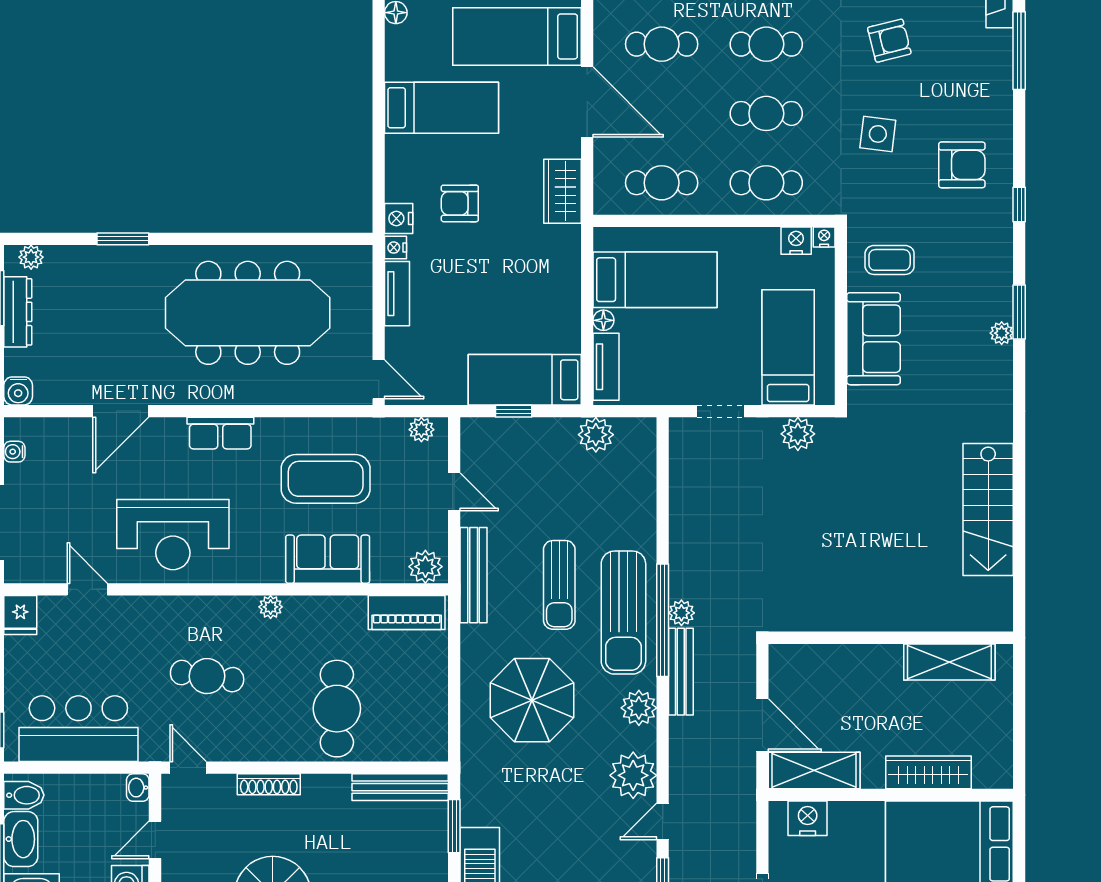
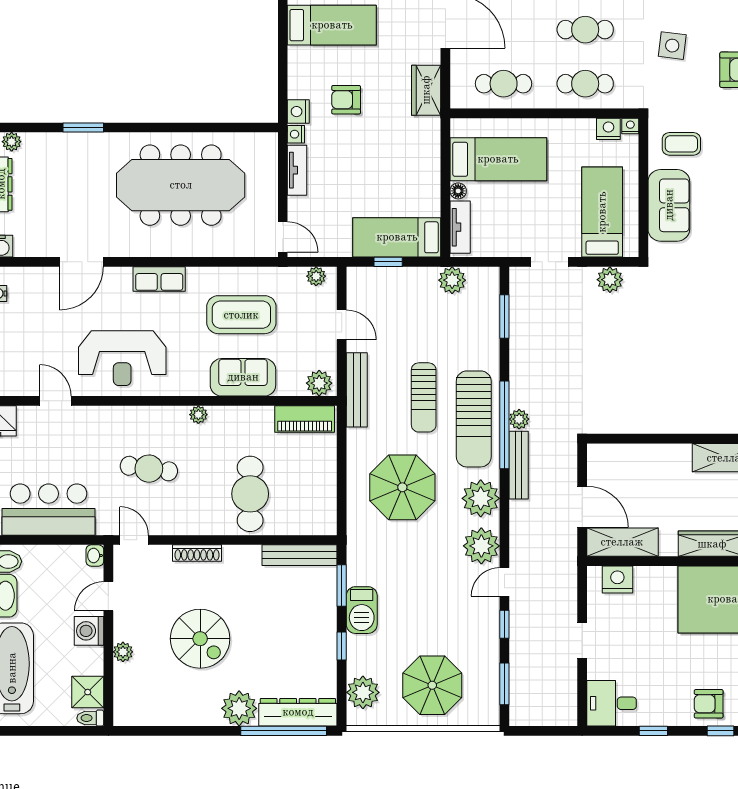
window: (663, 481) -> (504, 316), added
plant: (639, 708) -> (481, 498), width x1.36, depth x1.36

